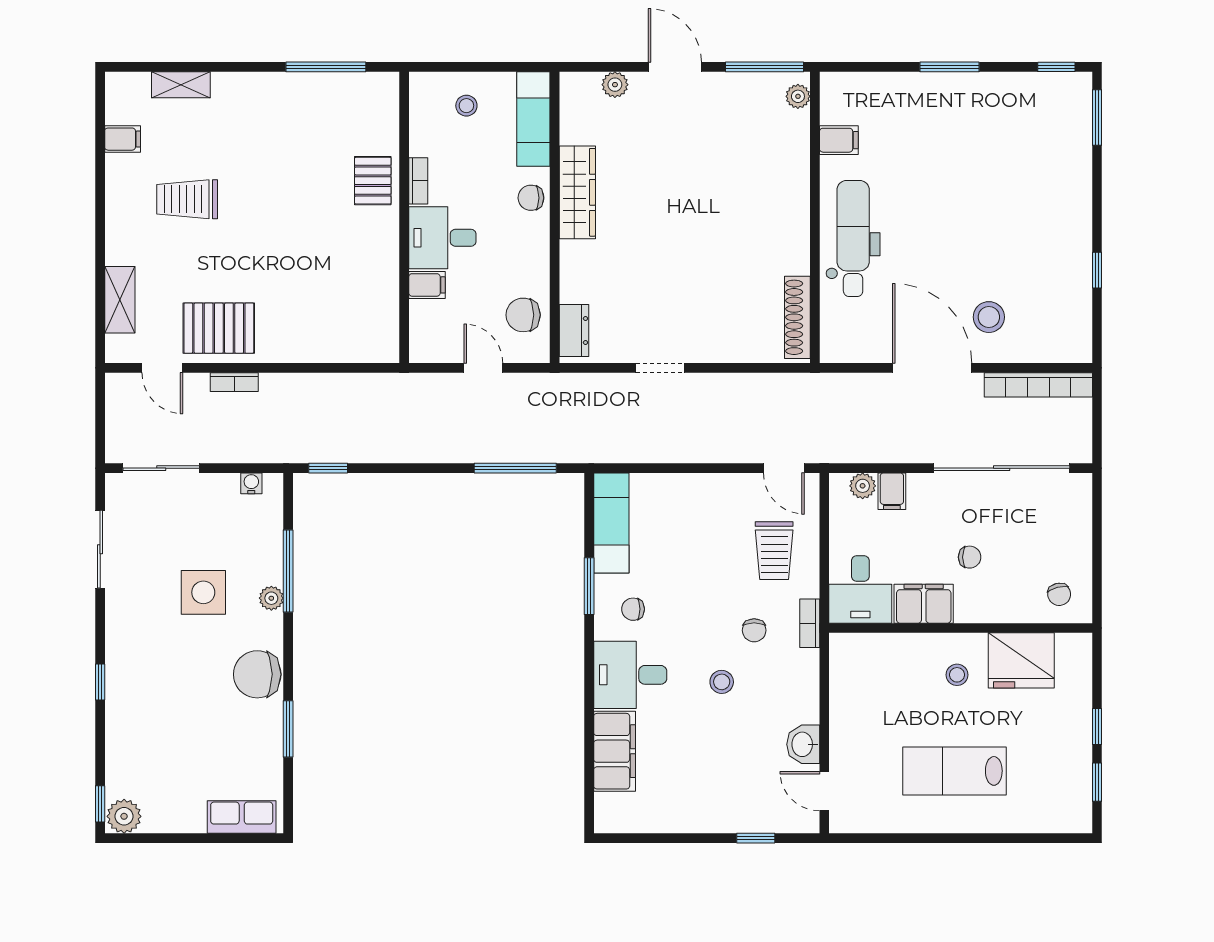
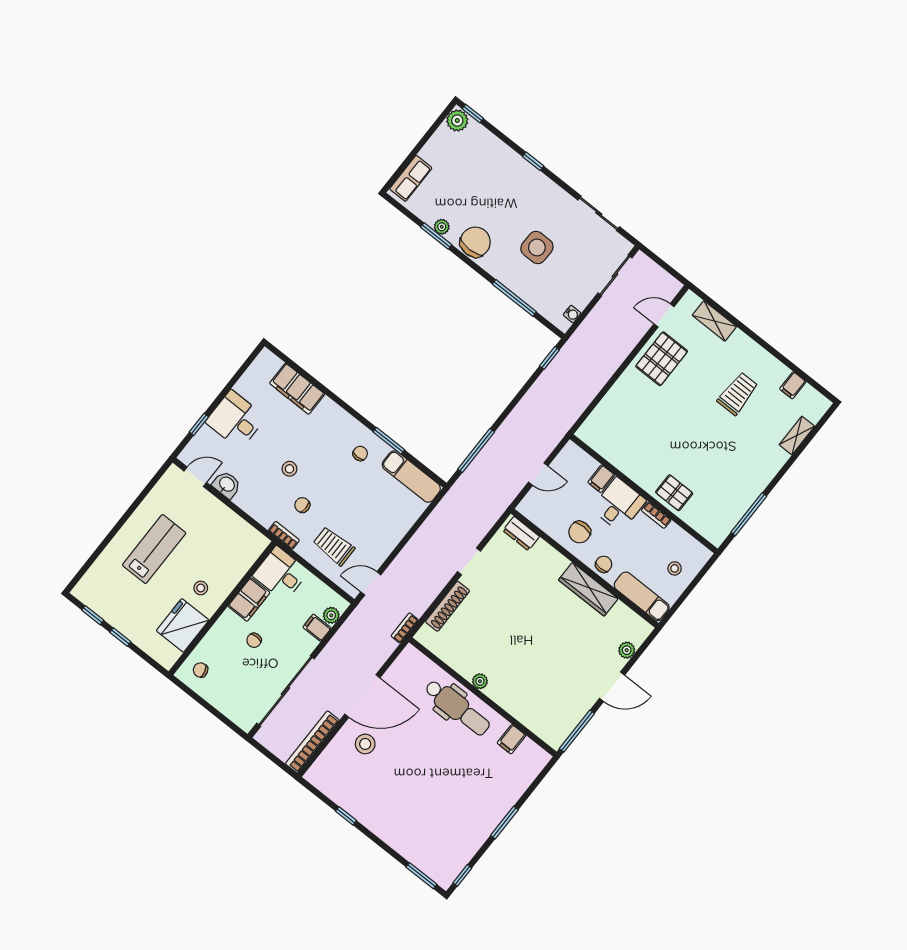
plant: (798, 96) -> (480, 681), moved
chair: (523, 315) -> (580, 532), moved, turned 180
shoe rack: (797, 317) -> (447, 606), moved, turned 90
bookcase: (234, 382) -> (405, 628), moved
plant: (271, 598) -> (442, 227), moved
desk: (630, 675) -> (236, 420), moved, turned -90

